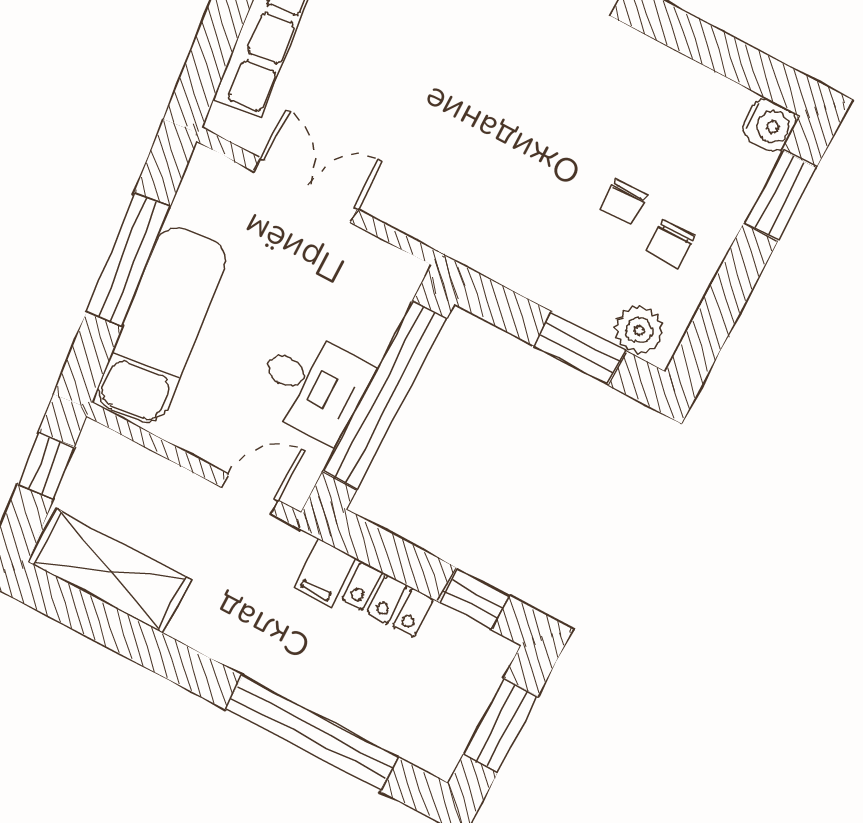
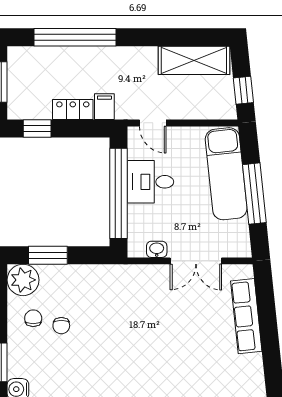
chair: (624, 202) -> (61, 326), turned 180
washbasin: (368, 251) -> (157, 249), added
plant: (639, 330) -> (23, 280), width x1.36, depth x1.36
door: (250, 494) -> (153, 123), hinge flipped

